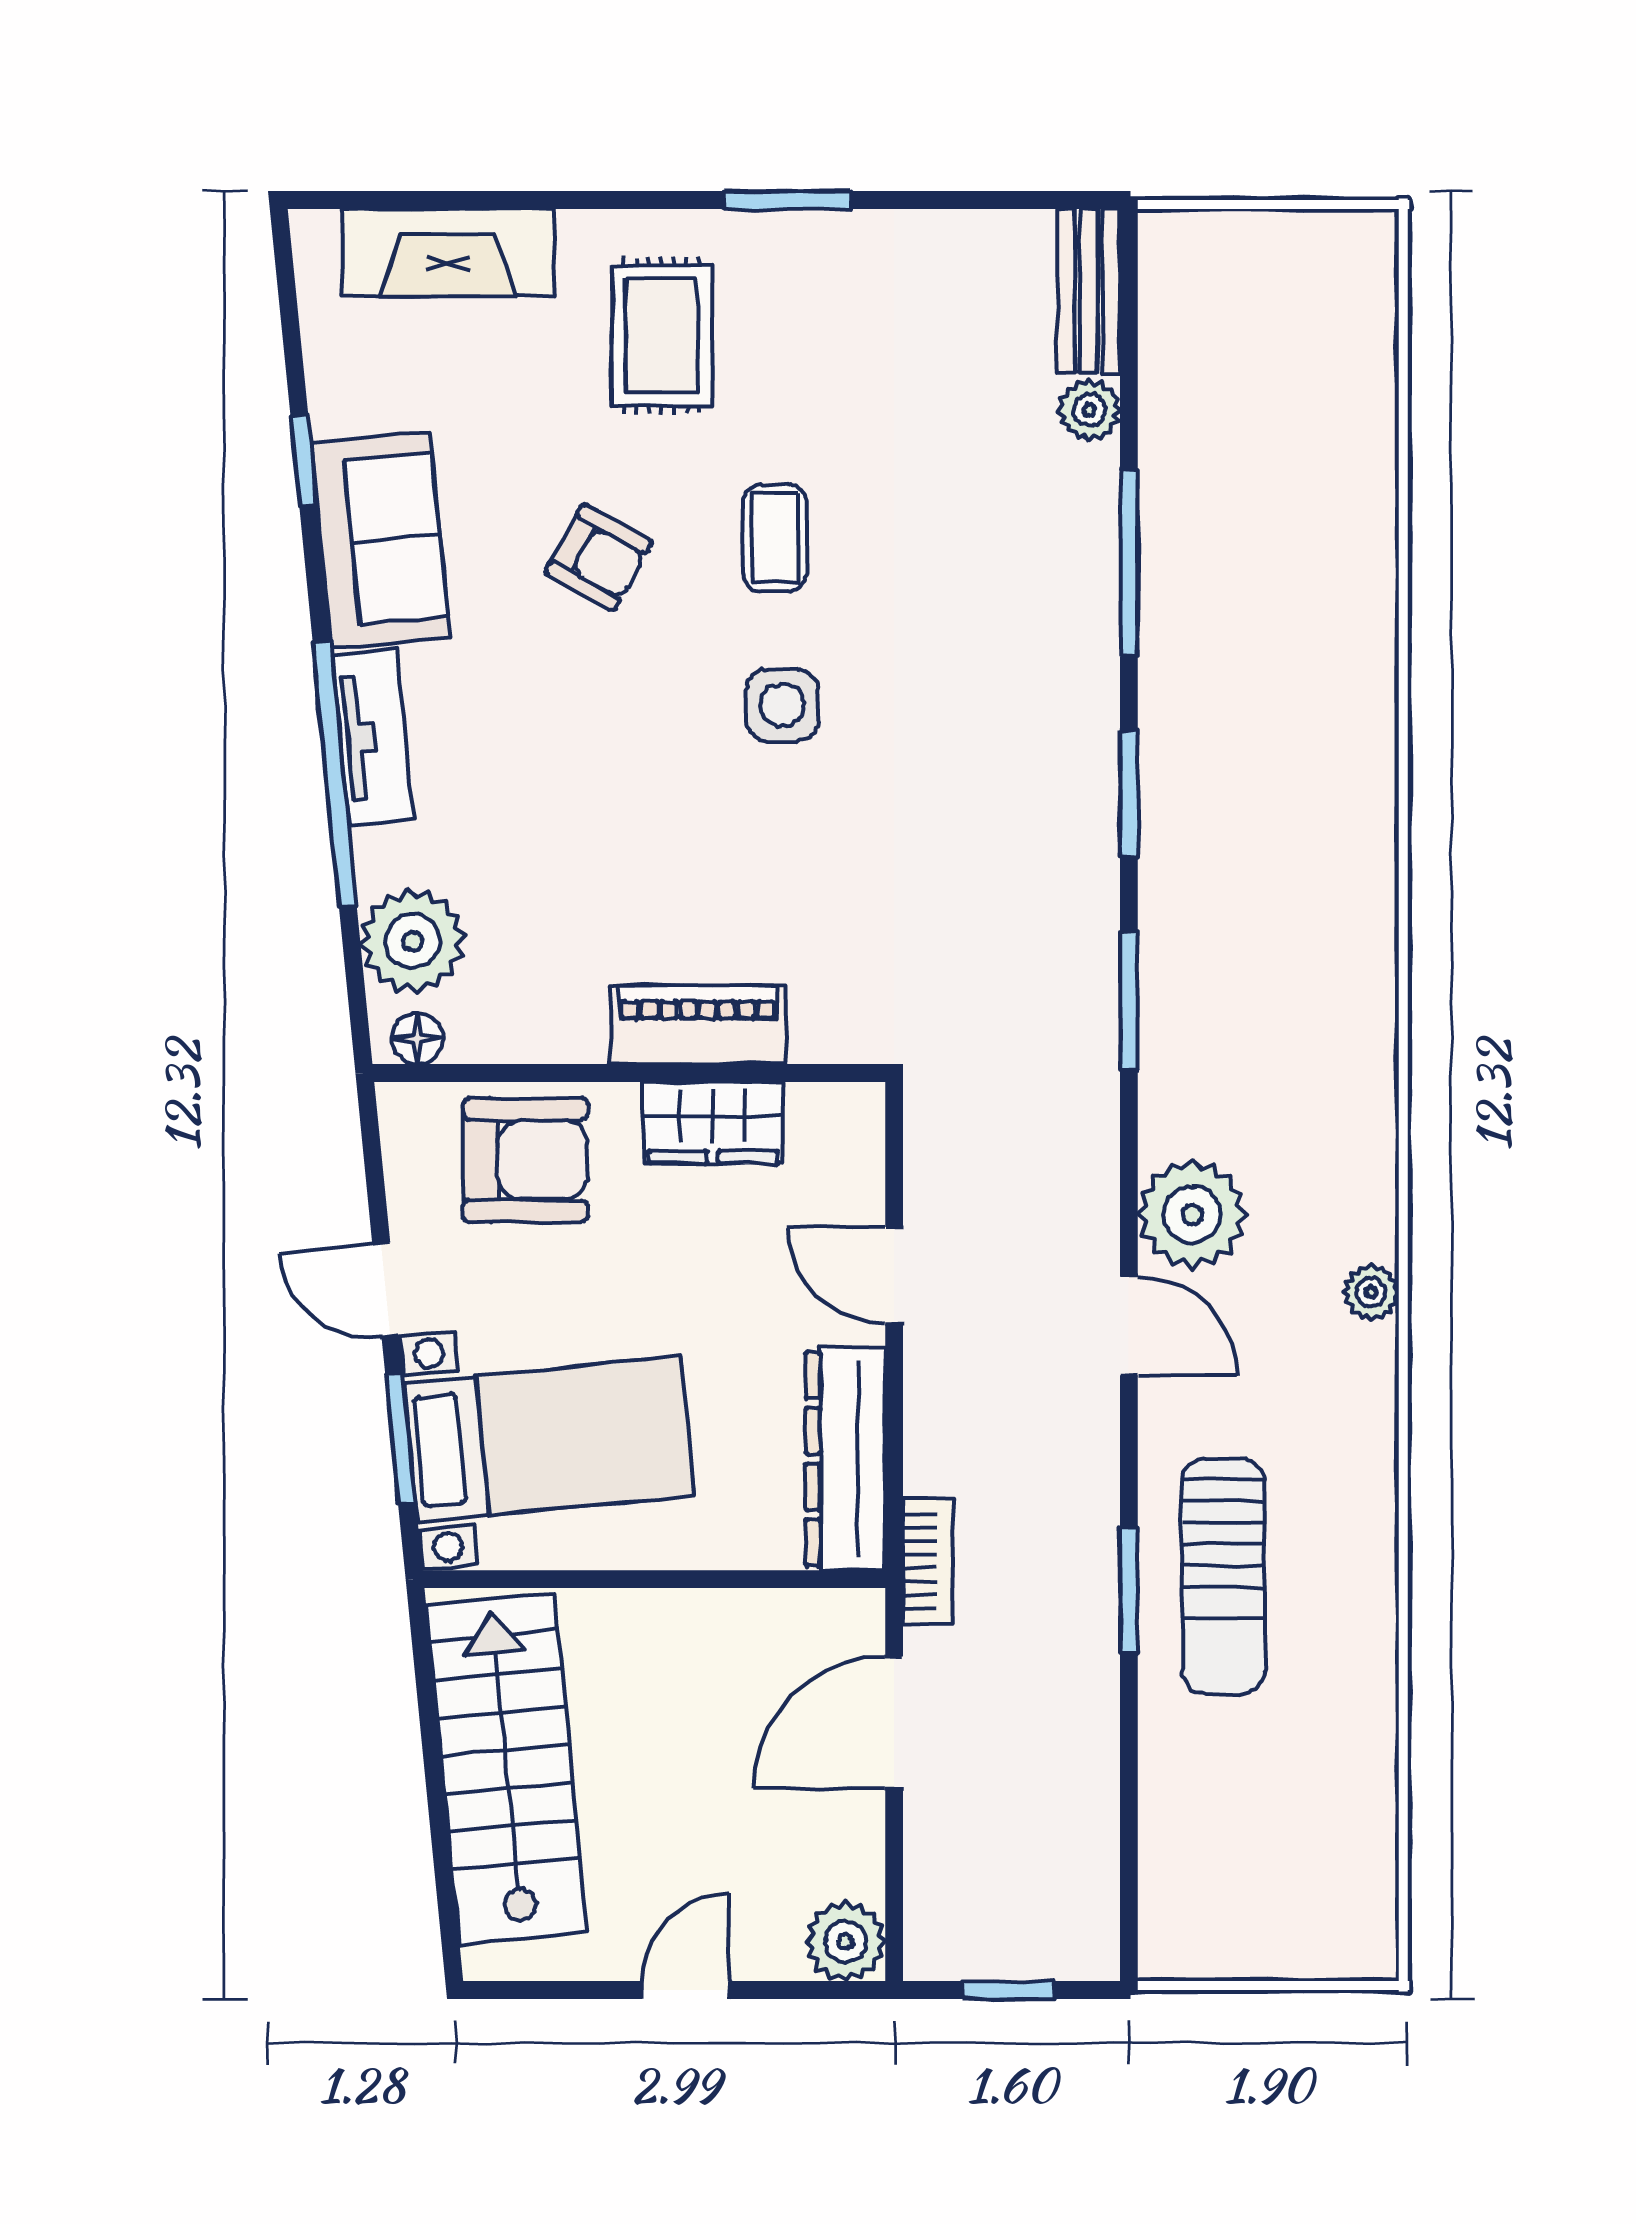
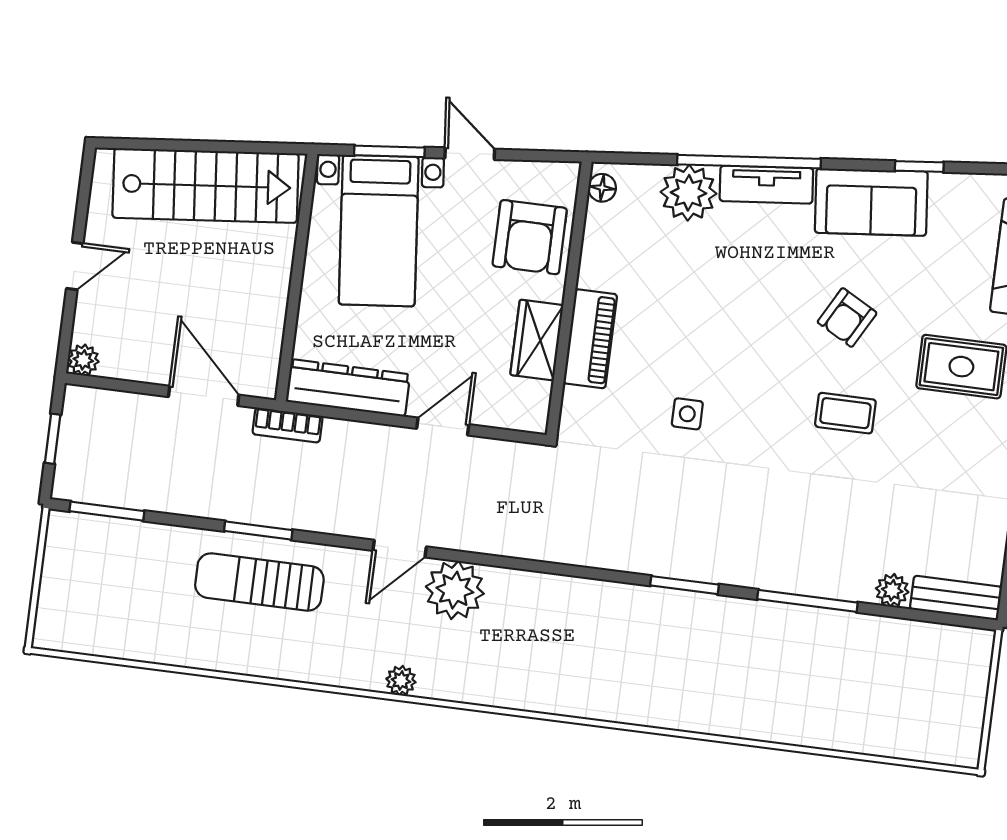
side table: (782, 705) -> (687, 414), moved, width x0.73, depth x0.73
plant: (413, 941) -> (688, 193), moved
window: (1129, 1001) -> (107, 511), moved
door: (386, 1290) -> (470, 154), hinge flipped
plant: (845, 1941) -> (83, 360), width x0.73, depth x0.73
door: (686, 1990) -> (75, 266), hinge flipped

